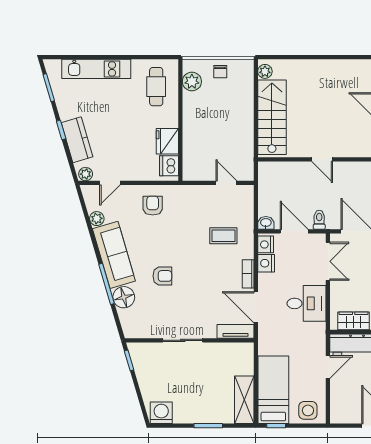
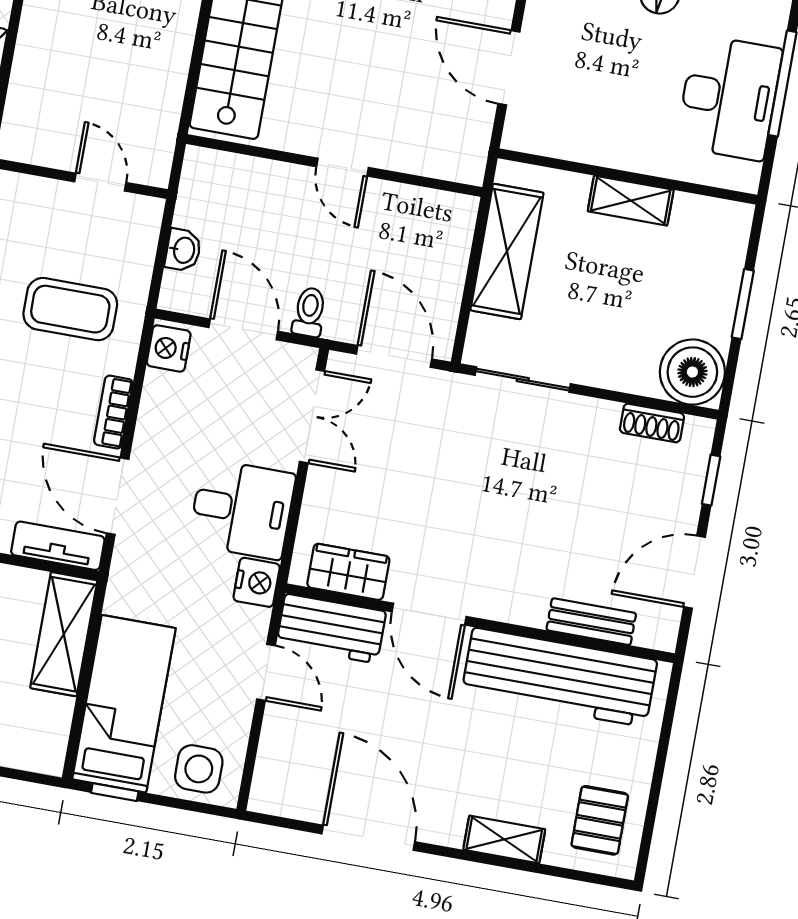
washbasin: (266, 223) -> (183, 250), moved, turned 90
coffee table: (223, 236) -> (70, 309), width x1.36, depth x1.30
nightstand: (266, 263) -> (257, 582), moved, turned 180
door: (328, 367) -> (266, 672), hinge flipped
shelving: (244, 400) -> (64, 634), moved

